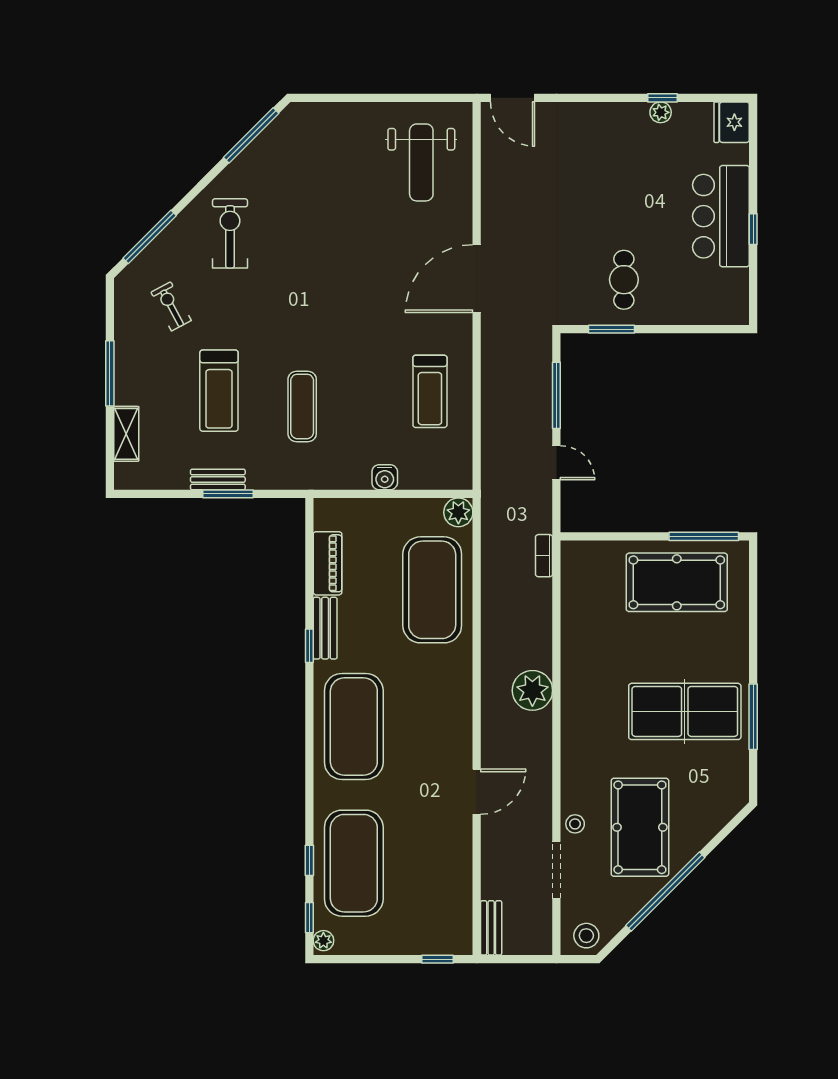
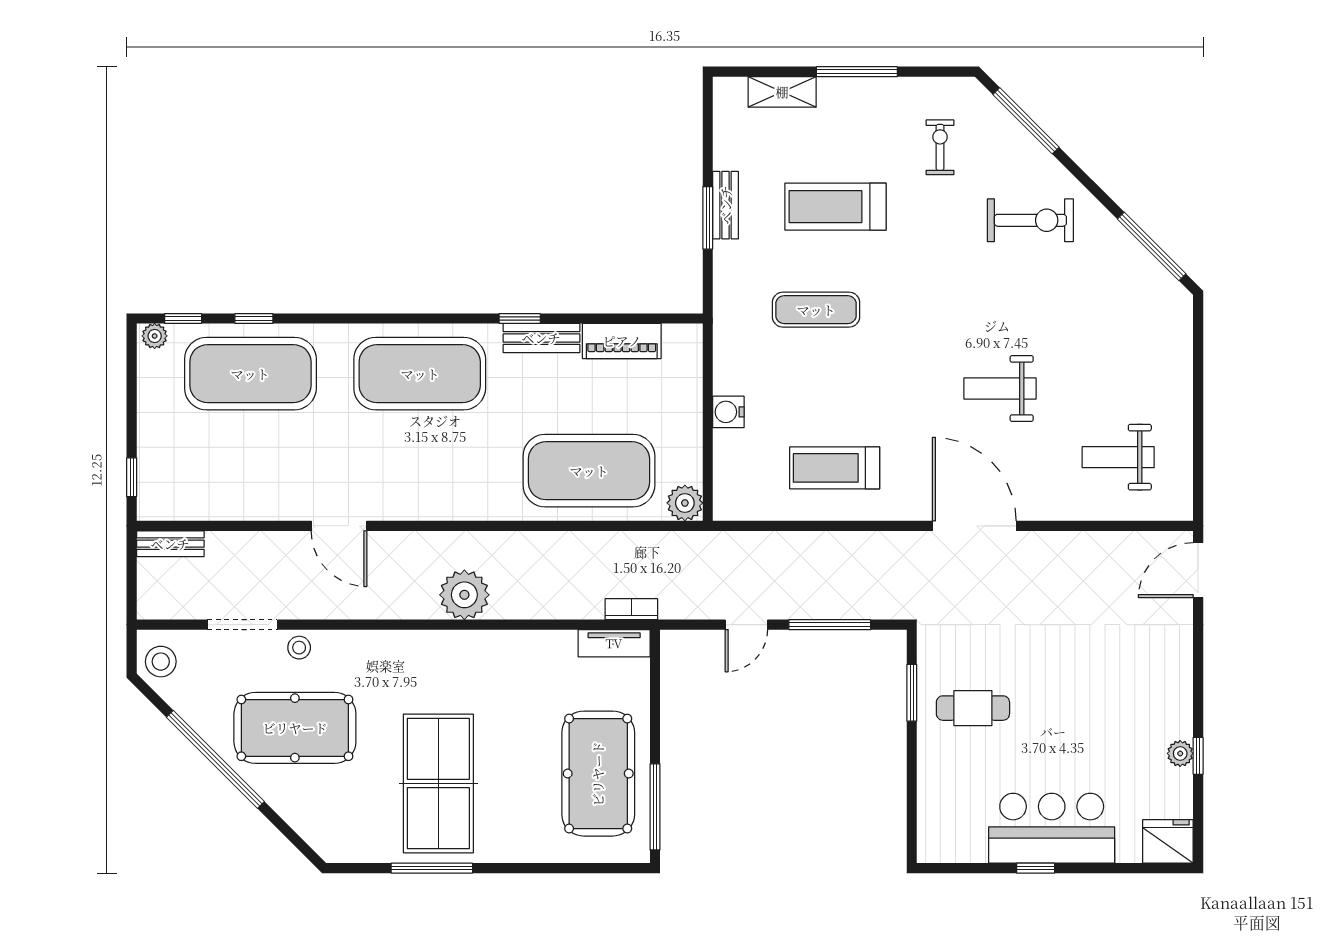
weight bench: (421, 162) -> (1118, 457), width x0.73, depth x0.75
weight bench: (366, 258) -> (1000, 388), added
exercise bike: (171, 306) -> (940, 147), turned -62
tv unit: (572, 569) -> (614, 643), added

